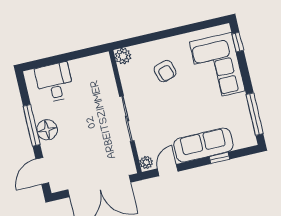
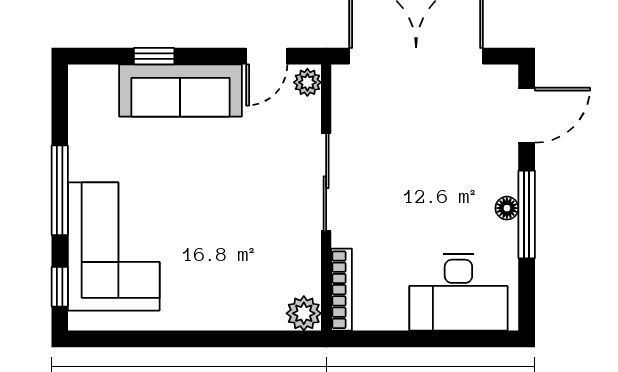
bookcase: (108, 71) -> (341, 290), added
armchair: (165, 71) -> (224, 262), removed
desk: (54, 82) -> (458, 292), width x1.37
window: (255, 114) -> (60, 190), moved
floor lamp: (47, 130) -> (507, 208), width x0.53, depth x0.53

